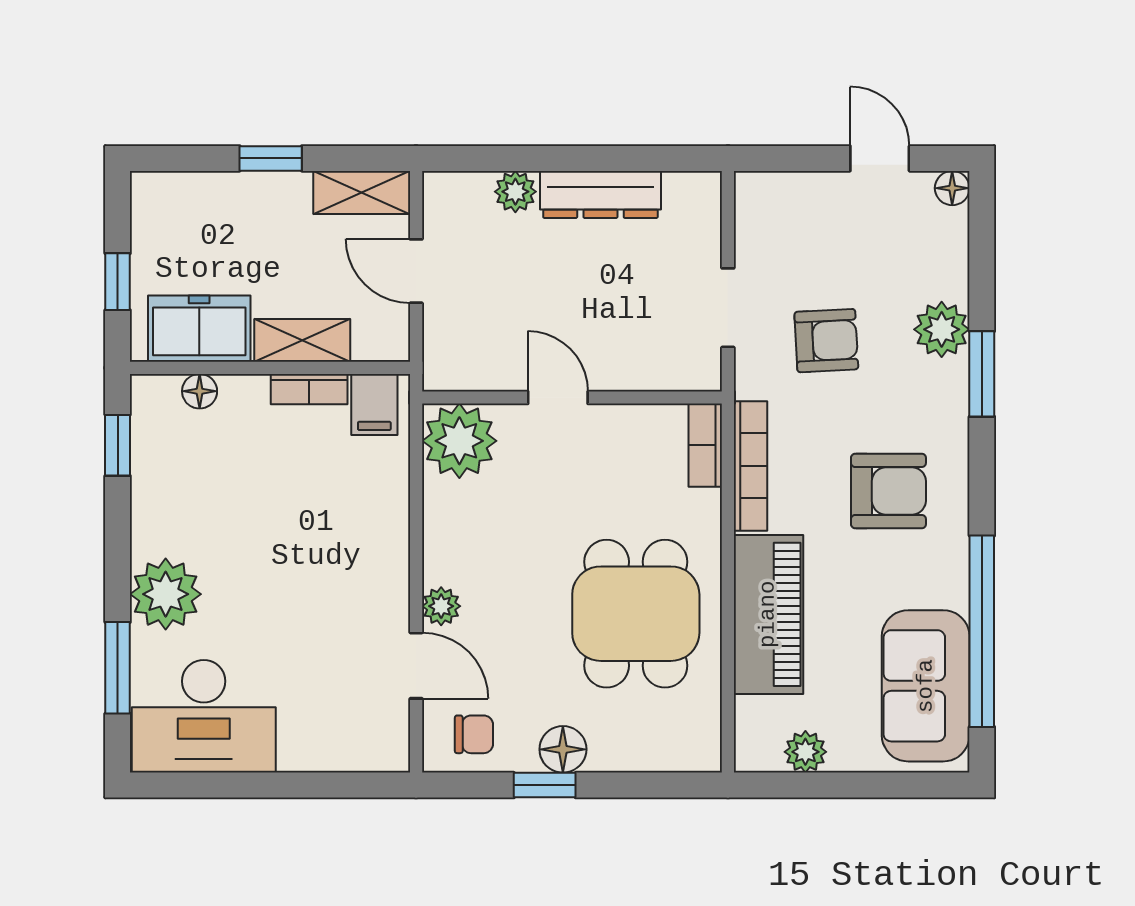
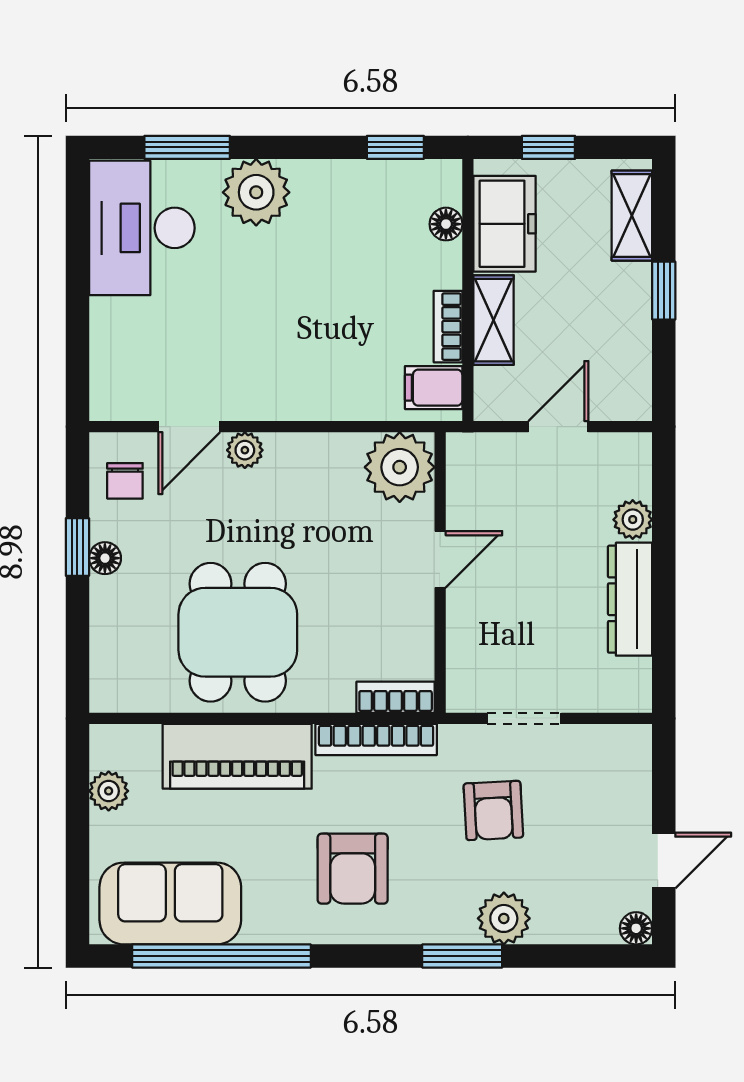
shelving: (362, 193) -> (632, 216), moved
dining table: (636, 614) -> (238, 632), turned 90
floor lamp: (563, 749) -> (105, 558), width x0.73, depth x0.73

